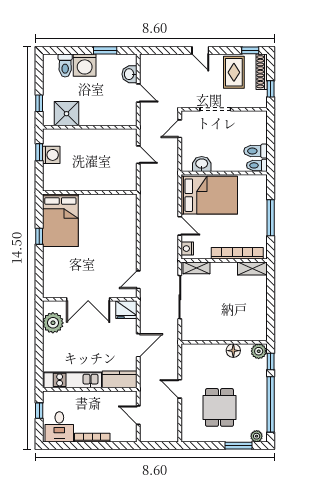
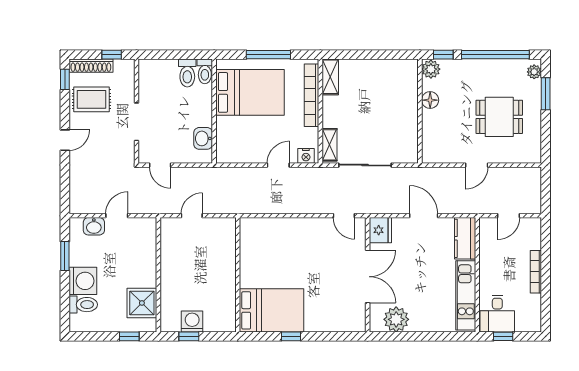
bed: (209, 195) -> (250, 92), moved, turned 90
desk: (59, 427) -> (497, 314), moved, turned 90

